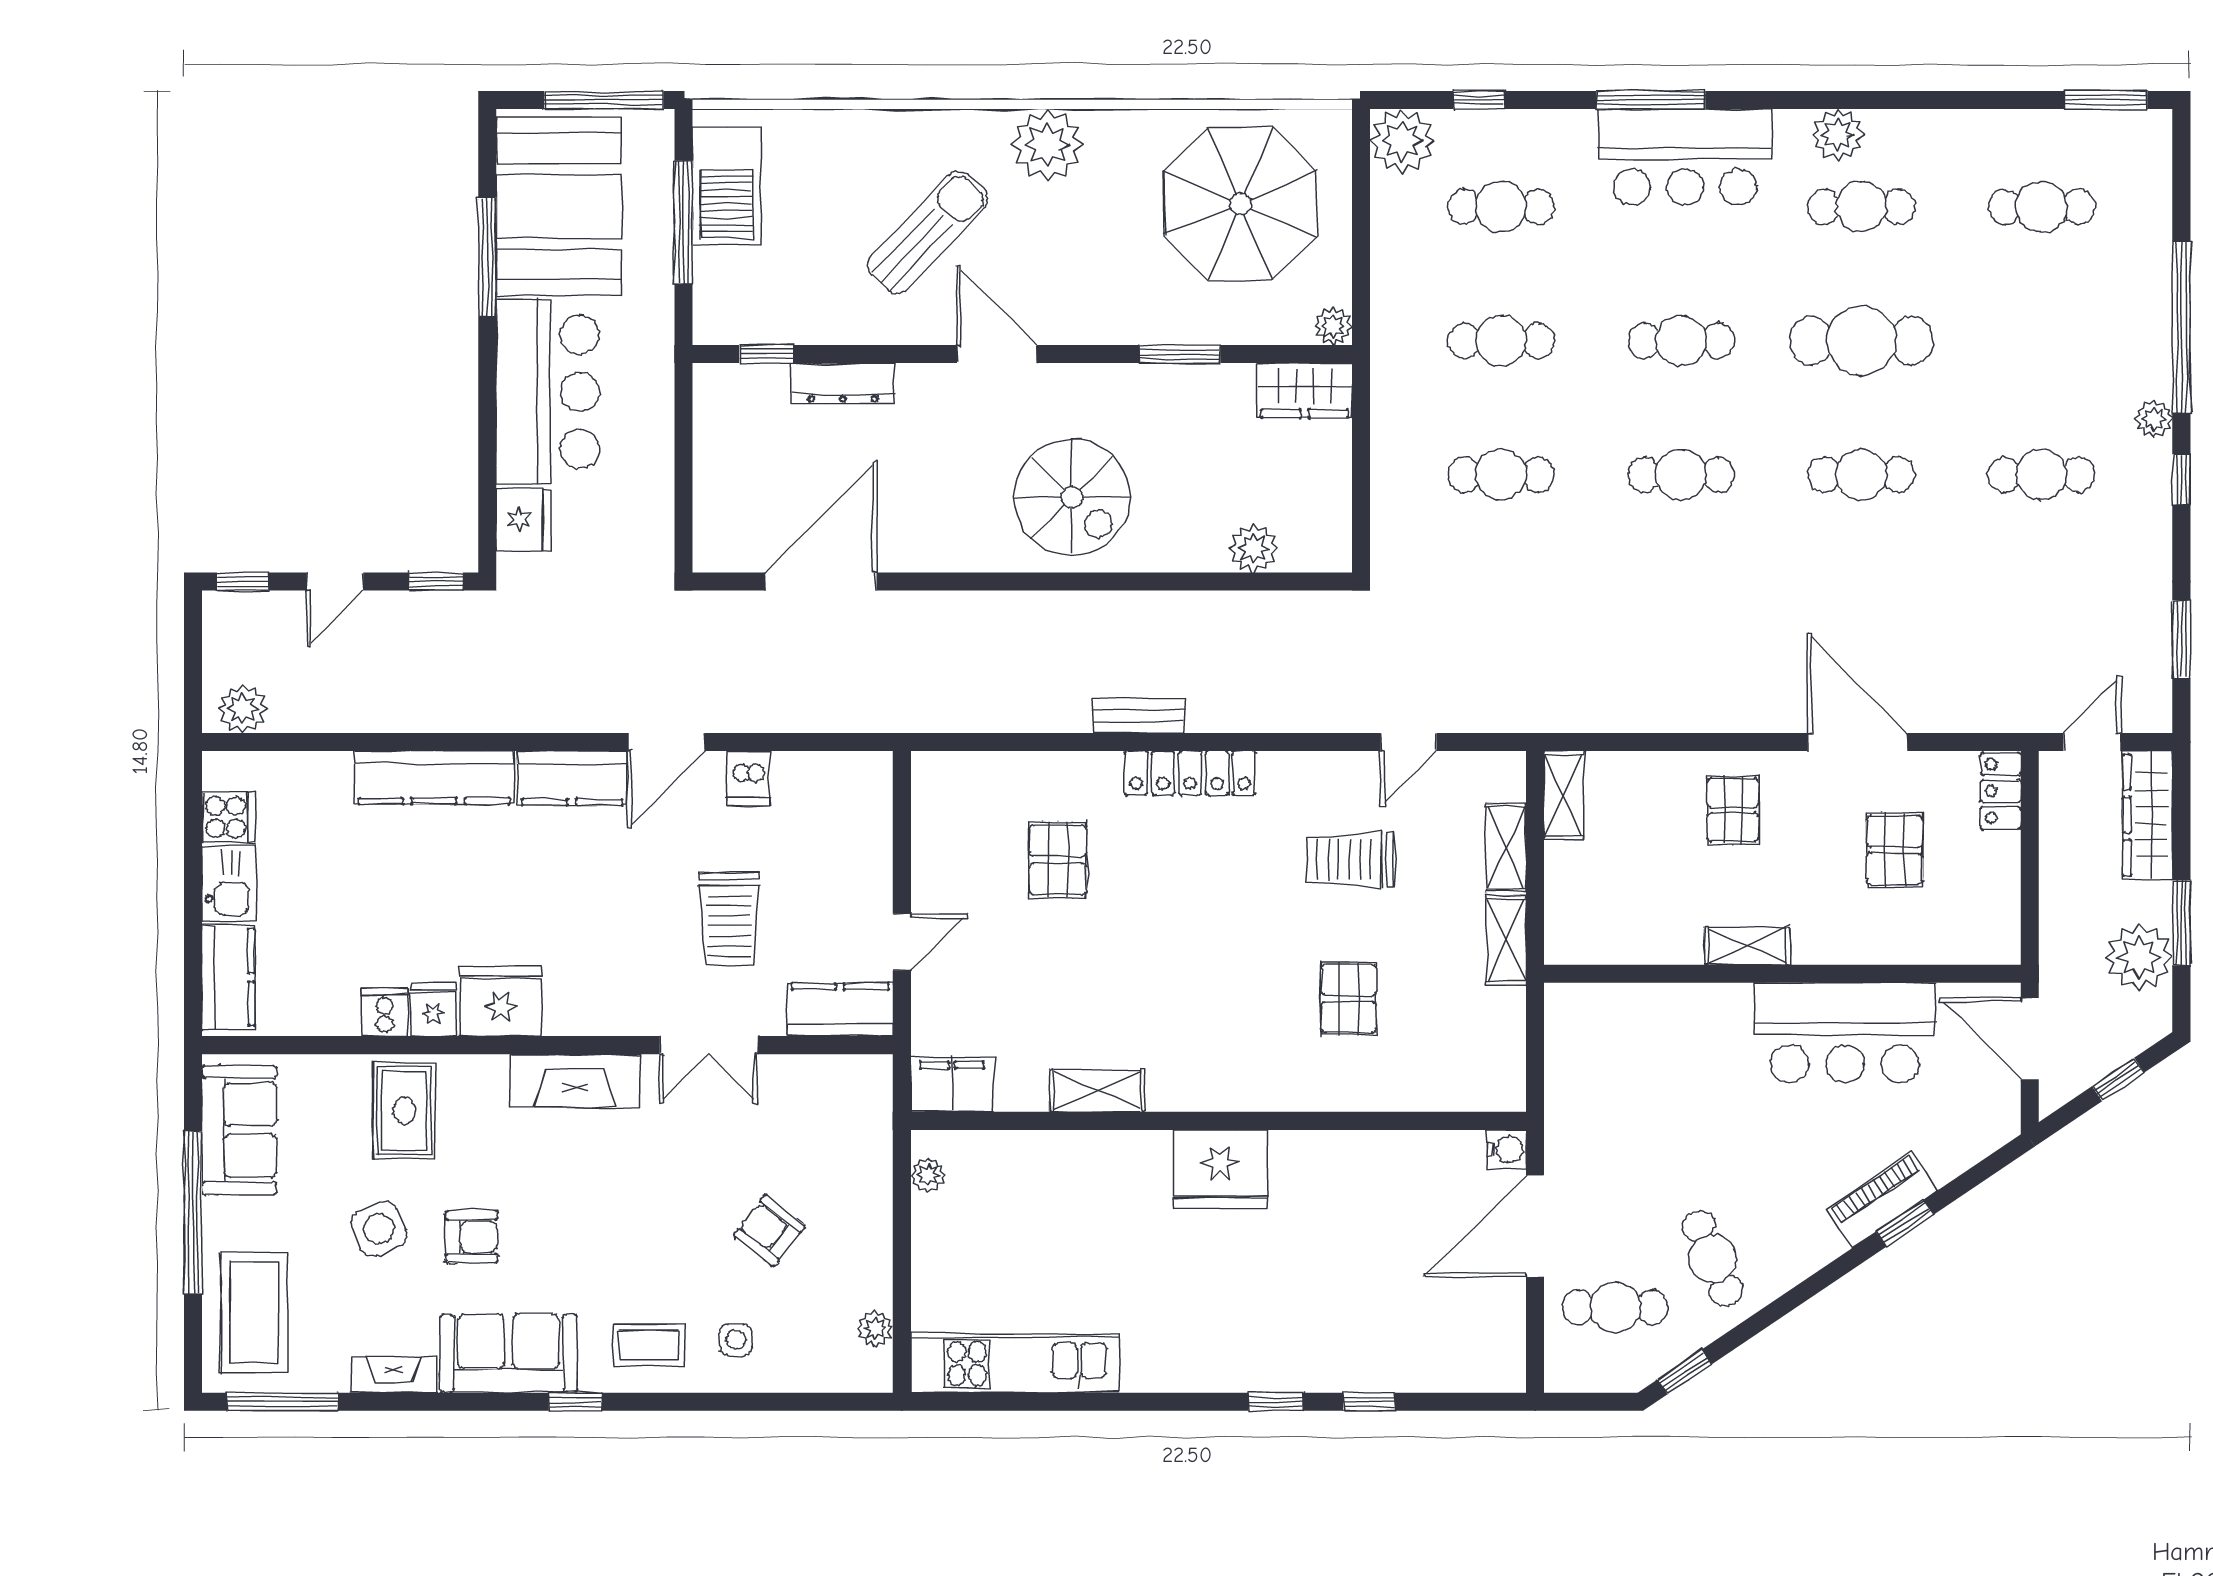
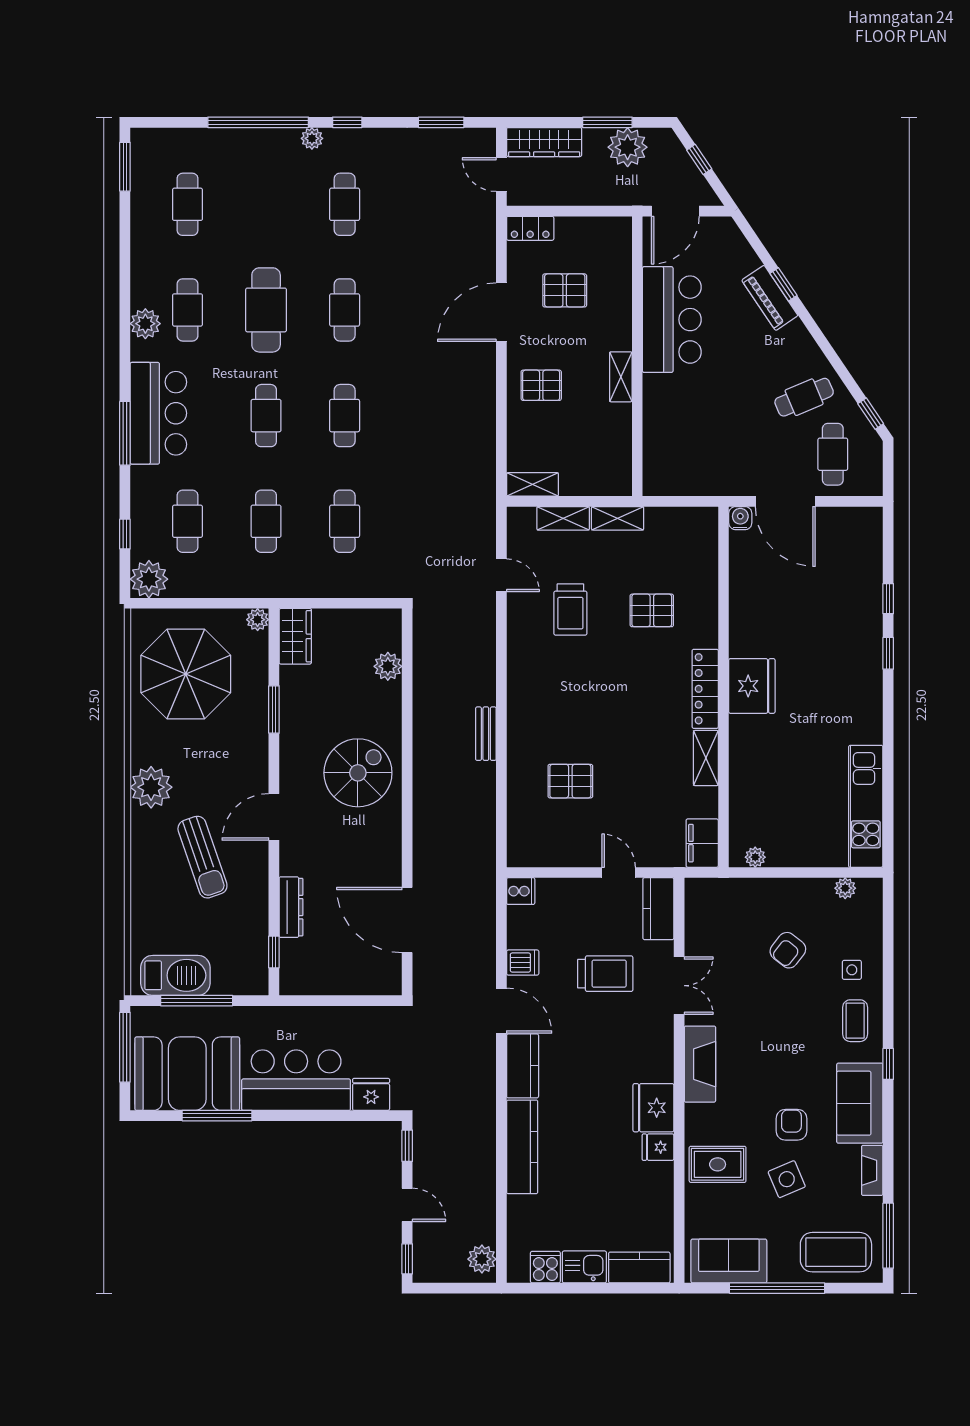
sun lounger: (928, 232) -> (202, 857), turned -153
locker: (1190, 773) -> (705, 689), moved, turned 180
cooker: (384, 1012) -> (521, 891), moved, turned 180

